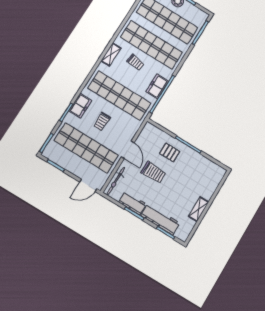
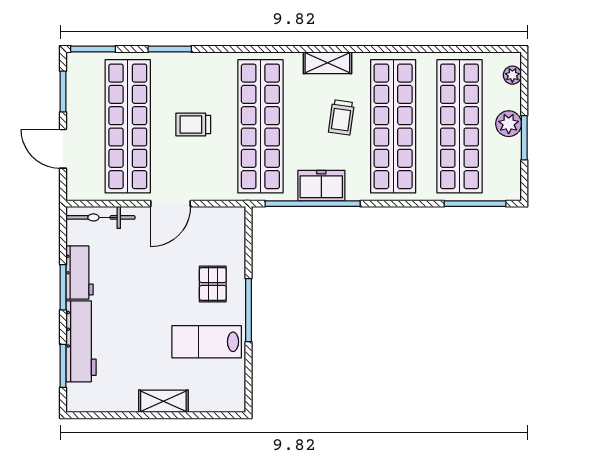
freezer: (80, 106) -> (198, 67), removed
lab bench: (191, 169) -> (207, 342), added
trolley: (154, 172) -> (158, 277), removed
door: (88, 185) -> (63, 149), moved
shelving: (199, 209) -> (163, 401), moved

